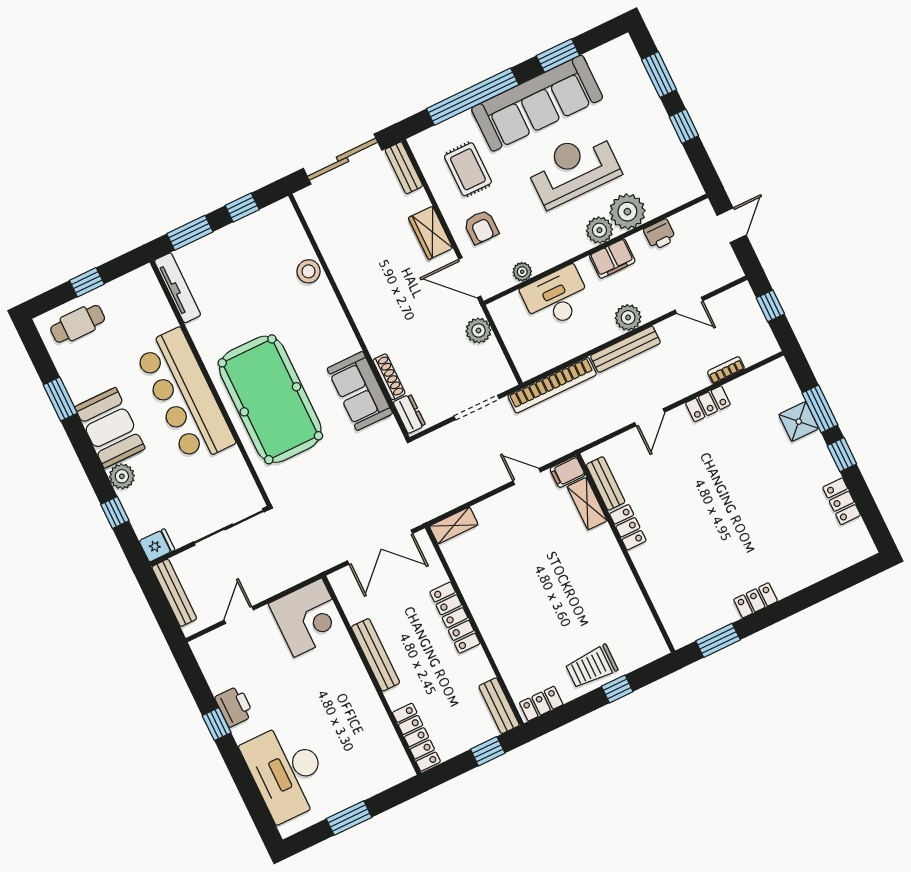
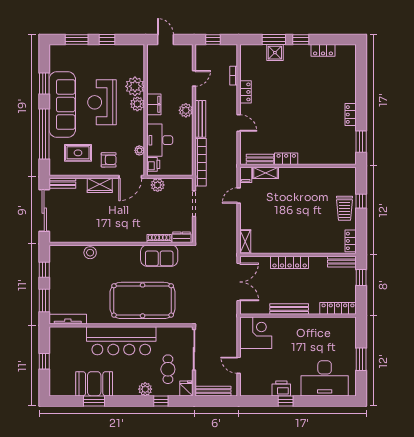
printer: (660, 234) -> (153, 164), moved
cafe table: (78, 324) -> (168, 369), moved
booth: (110, 428) -> (94, 384), moved

